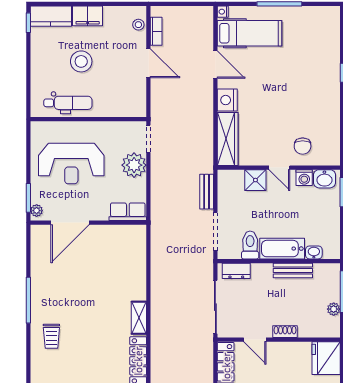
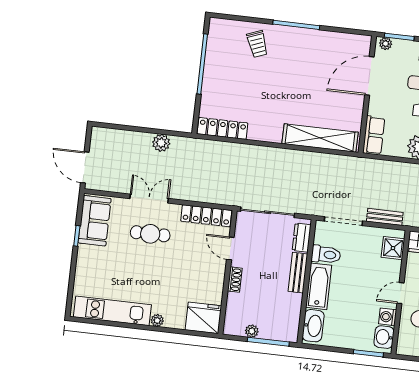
shower: (255, 180) -> (393, 248), moved
door: (70, 223) -> (369, 76), hinge flipped
washbasin: (314, 252) -> (313, 326), width x1.91, depth x1.45
bench: (293, 271) -> (298, 273), moved
shelving: (139, 318) -> (320, 138), moved, width x2.20, depth x1.33
trolley: (51, 336) -> (257, 44), turned -111
door: (255, 340) -> (230, 248), hinge flipped

